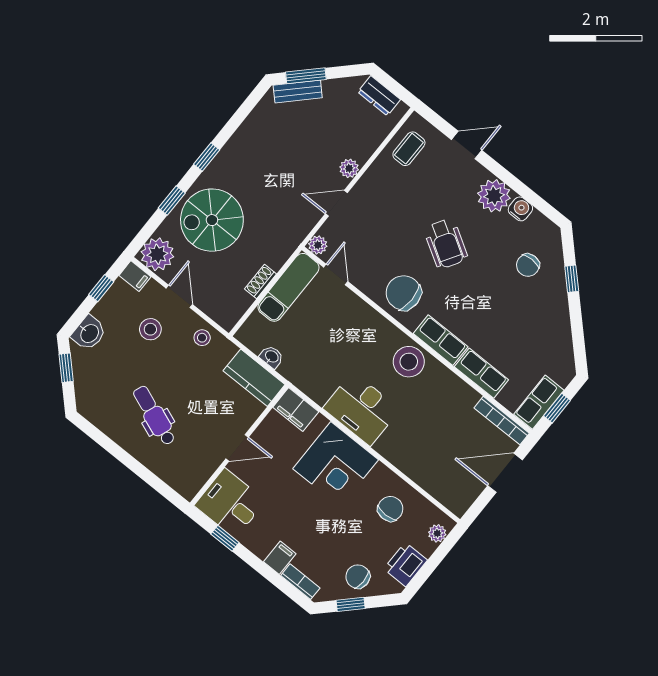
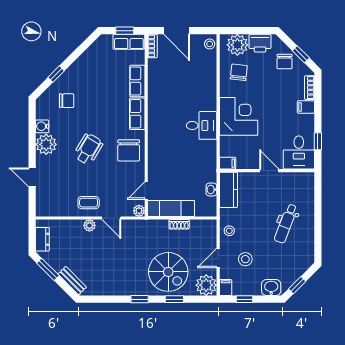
window: (306, 76) -> (48, 269), moved
coffee table: (409, 149) -> (89, 203), moved
stool: (409, 362) -> (210, 44), moved, width x0.53, depth x0.53
filing cabinet: (296, 409) -> (228, 163), width x0.50
desk: (361, 409) -> (202, 125), width x0.73
bookcase: (502, 421) -> (152, 46), width x0.64
chair: (390, 509) -> (239, 72), turned 96
plant: (437, 533) -> (237, 45), width x1.88, depth x1.88

